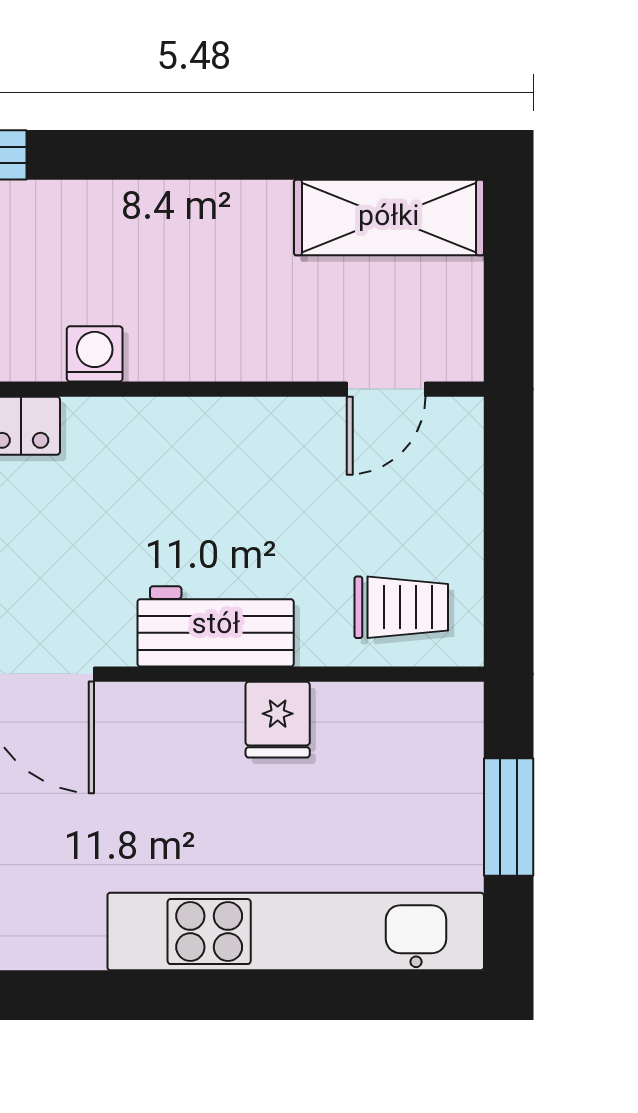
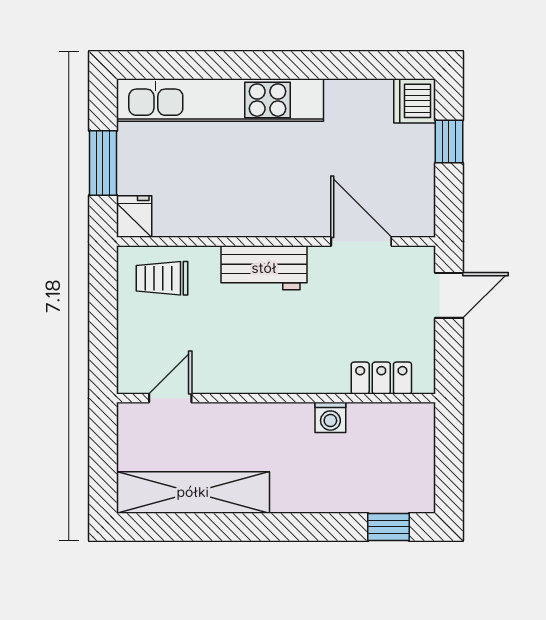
shelving: (389, 218) -> (193, 492), width x1.47
fridge: (278, 720) -> (134, 216), moved

